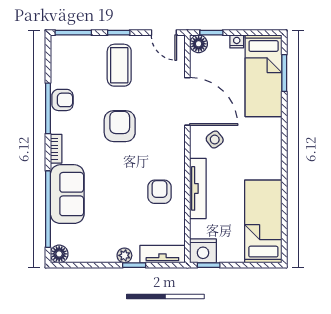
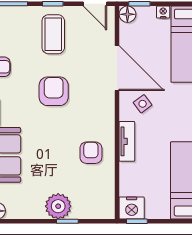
tv unit: (198, 188) -> (127, 141), width x0.71
tv unit: (162, 254) -> (94, 211), removed
plant: (124, 255) -> (58, 206), width x1.88, depth x1.88

